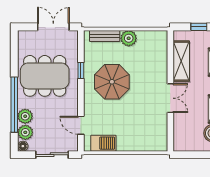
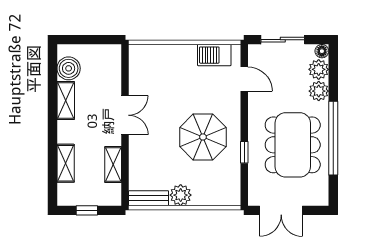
bench: (105, 36) -> (149, 198), moved
shelving: (181, 61) -> (113, 165), width x0.67, depth x0.75
dining table: (45, 76) -> (293, 145), turned 90
double door: (170, 98) -> (125, 115), swing flipped
window: (14, 105) -> (333, 138), moved

